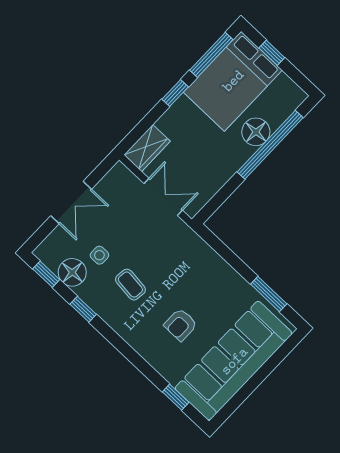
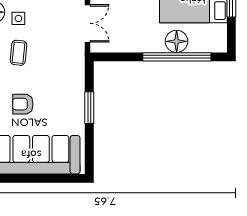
window: (269, 294) -> (89, 108), moved

